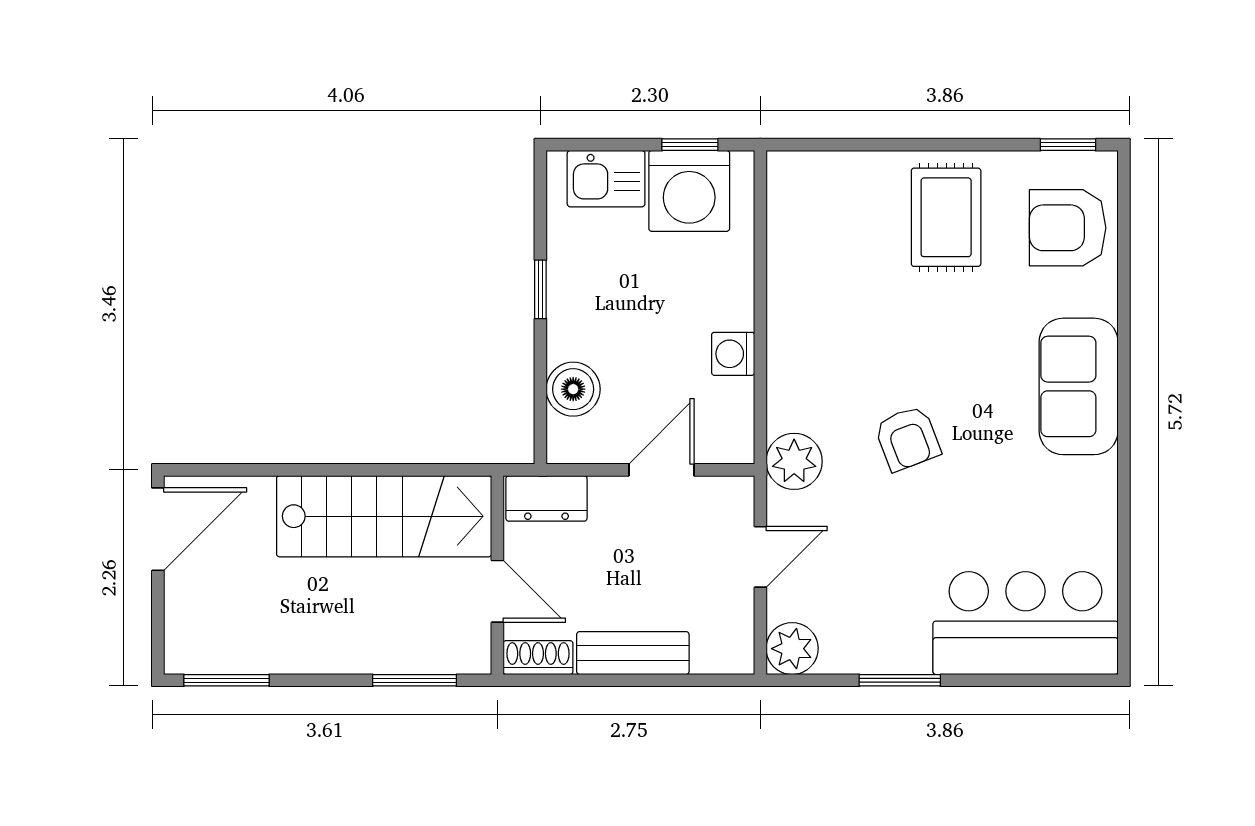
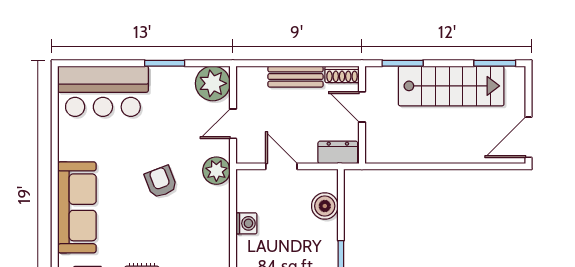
sofa: (1079, 386) -> (77, 207), width x1.36
door: (662, 470) -> (281, 166), swing flipped
stairs: (384, 516) -> (451, 86), moved, turned 180
plant: (792, 649) -> (213, 83), width x1.36, depth x1.36

